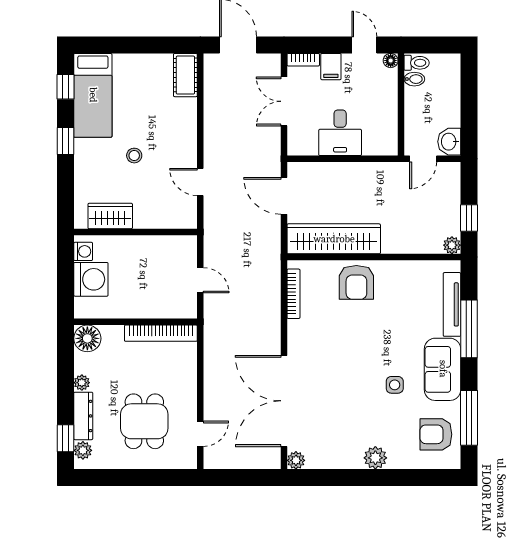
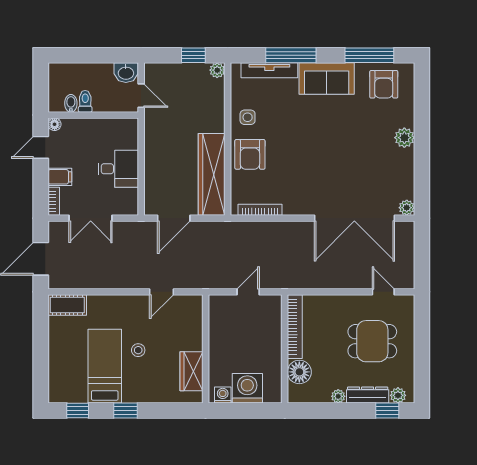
toilet: (417, 63) -> (85, 101), moved
bed: (93, 95) -> (105, 366), moved, turned -90
armchair: (356, 282) -> (250, 154), turned 90
floor lamp: (87, 338) -> (299, 372), moved
side table: (395, 385) -> (248, 117), moved

